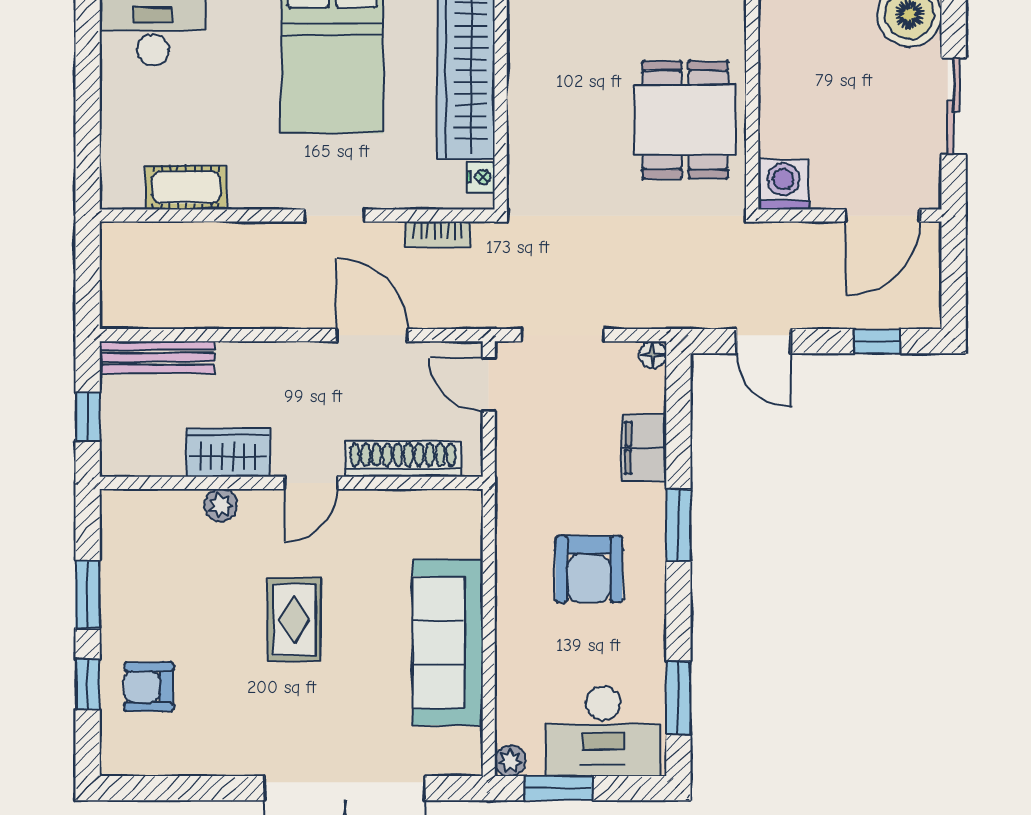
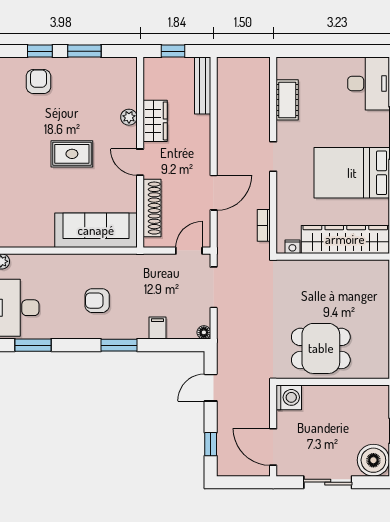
doorway: (335, 216) -> (273, 157), moved
filing cabinet: (644, 448) -> (157, 328), width x0.50
armchair: (589, 569) -> (97, 301), width x0.72, depth x0.72
sofa: (448, 642) -> (96, 230), moved

